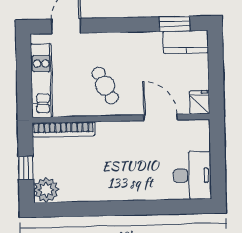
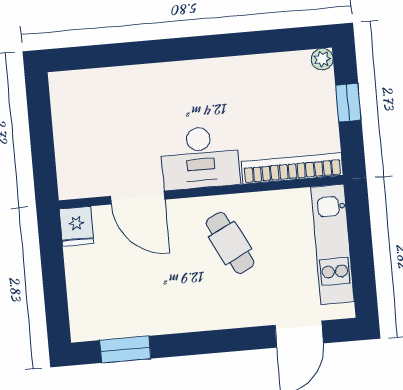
kitchen counter: (186, 42) -> (105, 322), removed
desk: (192, 176) -> (200, 158), moved, turned -90
plant: (46, 190) -> (322, 59), width x0.53, depth x0.53

